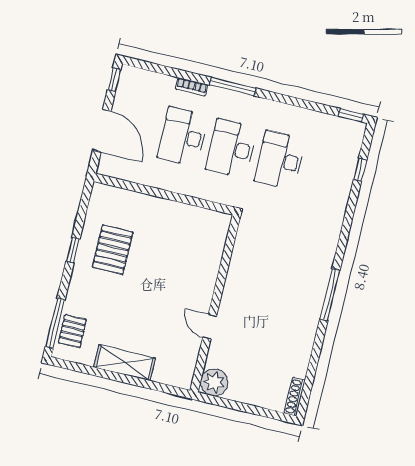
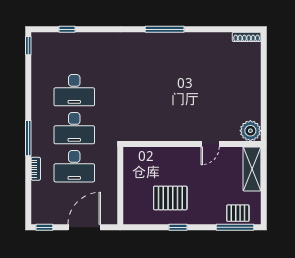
wall: (215, 304) -> (192, 144), moved
door: (210, 327) -> (210, 144), moved
plant: (214, 382) -> (250, 131), moved

